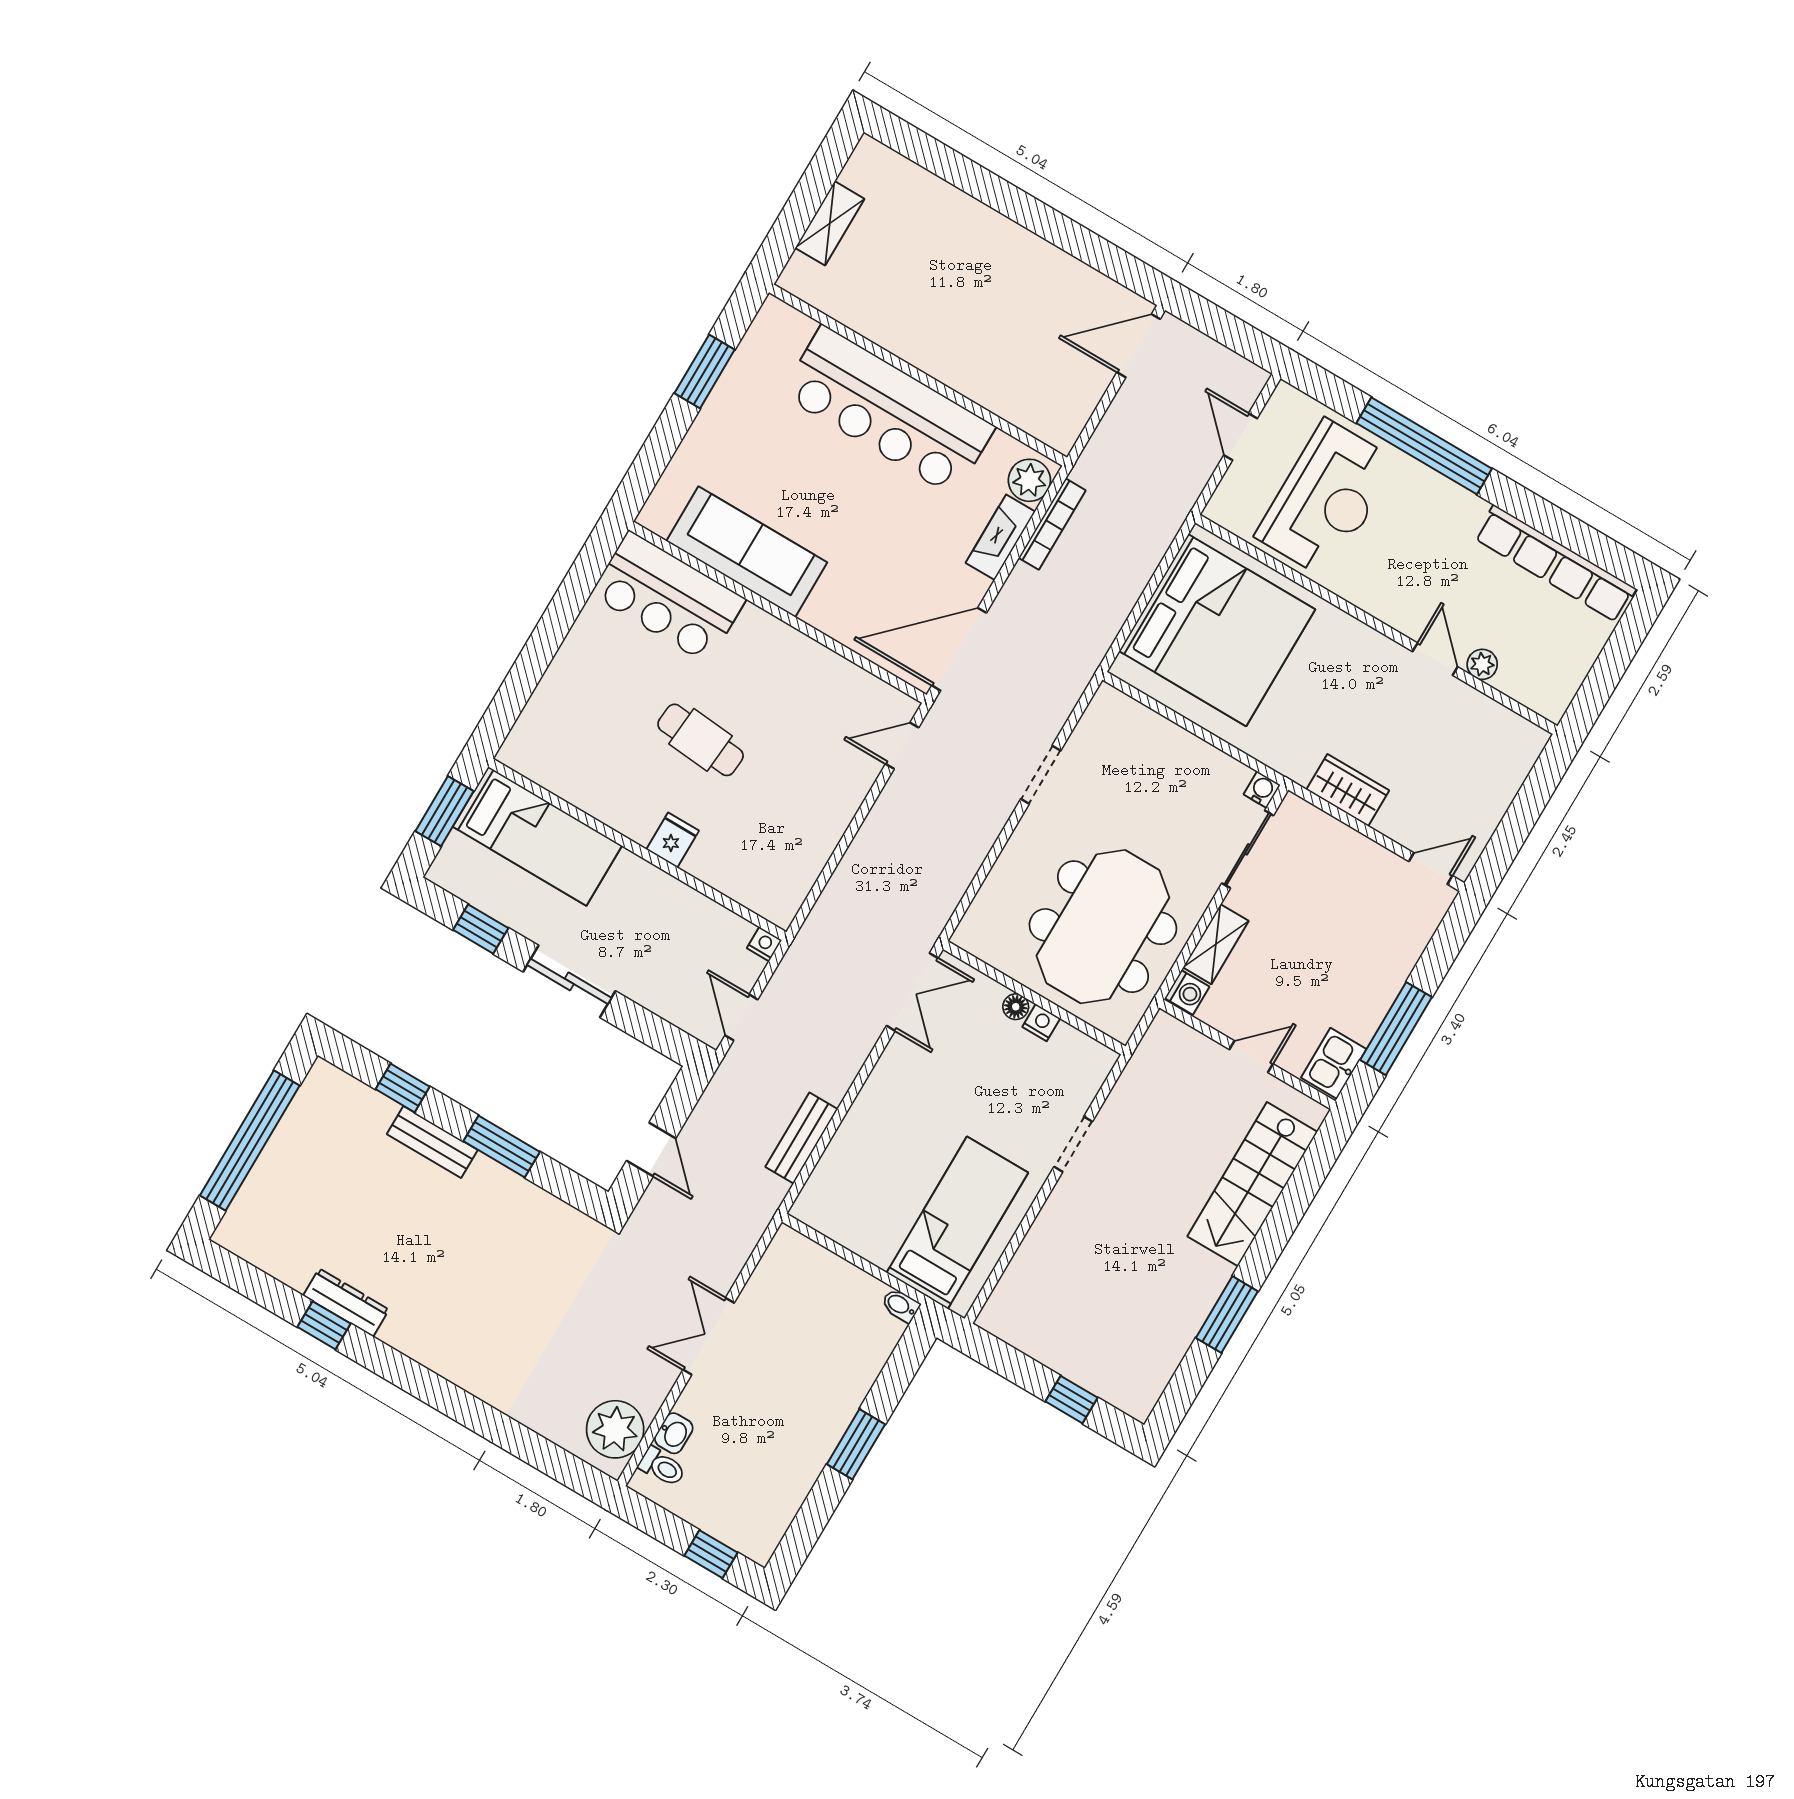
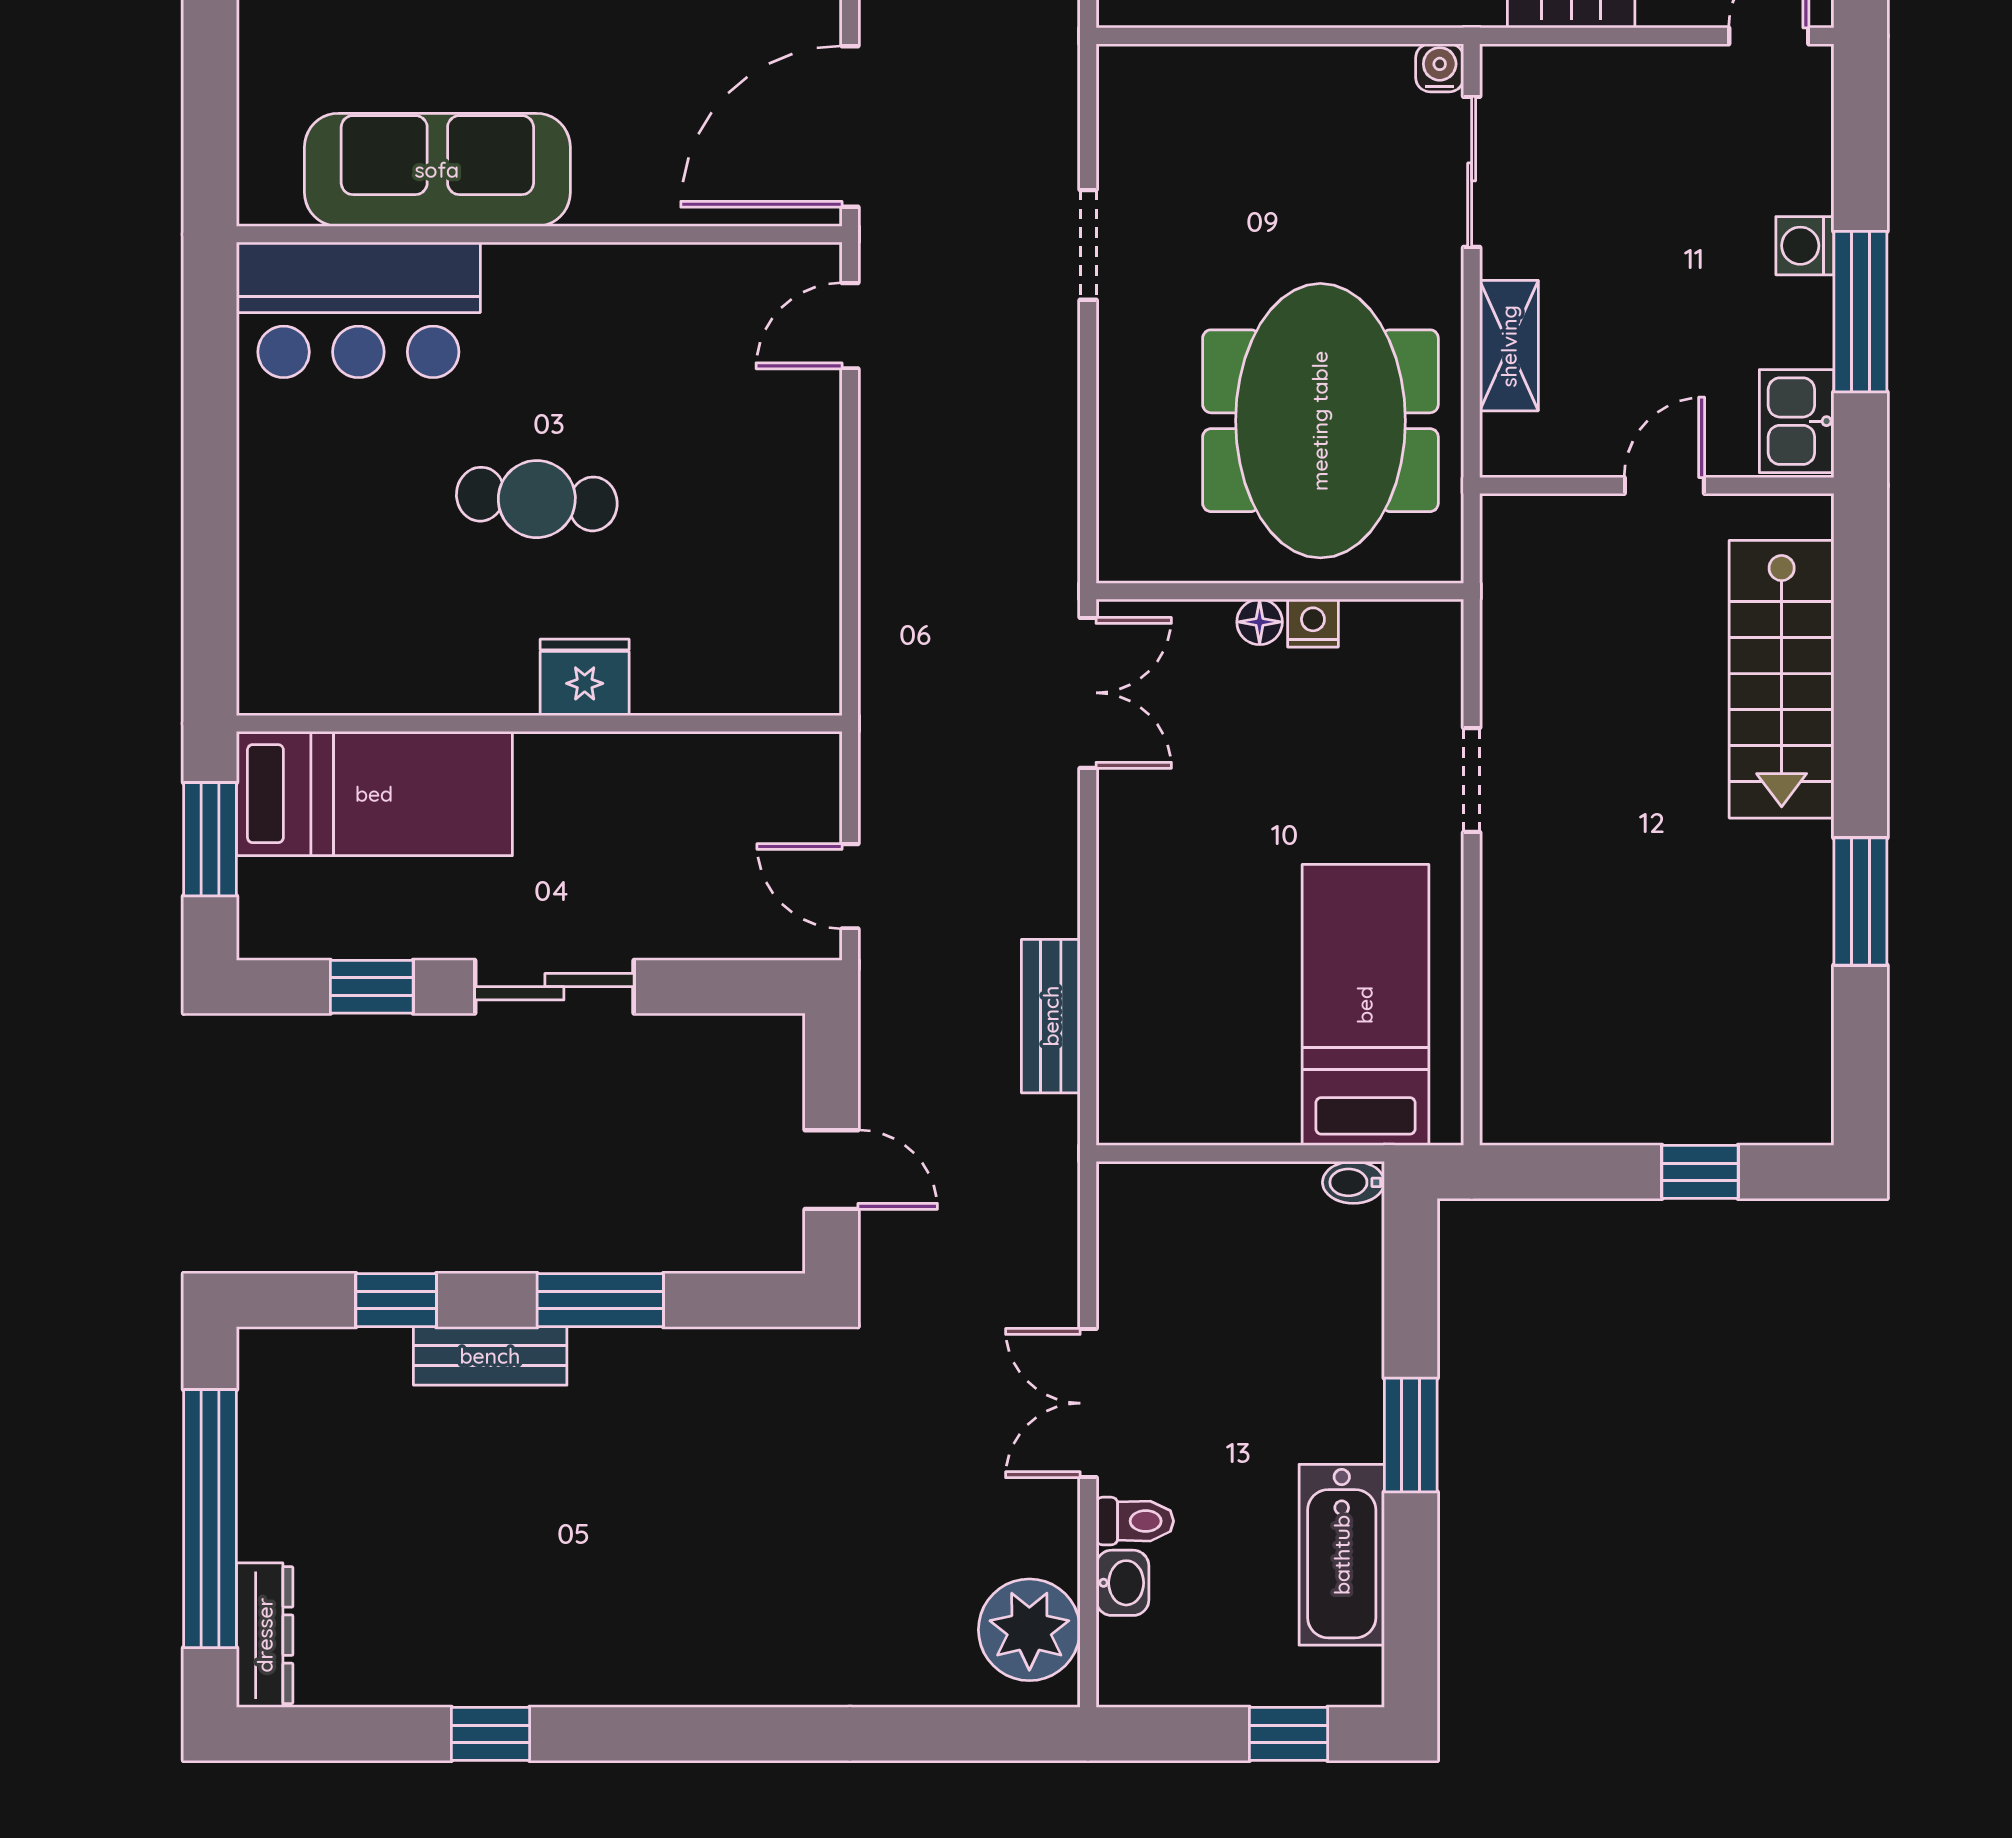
fridge: (673, 840) -> (585, 677), width x1.38
nightstand: (764, 944) -> (819, 754), removed
washing machine: (1187, 992) -> (1805, 246), moved, turned 180
dresser: (346, 1303) -> (265, 1635), moved, turned 90
toilet: (662, 1467) -> (1135, 1521), moved
bathtub: (788, 1483) -> (1342, 1555), added

